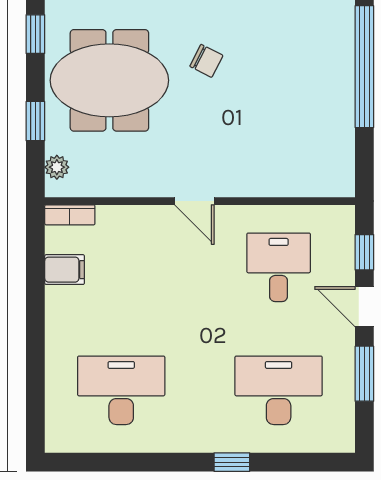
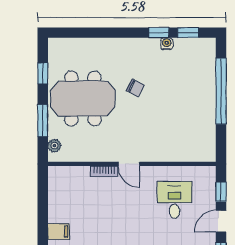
window: (35, 121) -> (43, 121), width x1.50
bookcase: (70, 215) -> (104, 171), moved
filing cabinet: (65, 270) -> (59, 232), moved
door: (364, 307) -> (221, 221), hinge flipped

